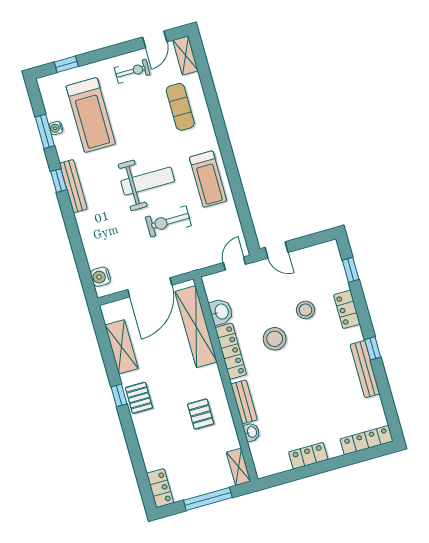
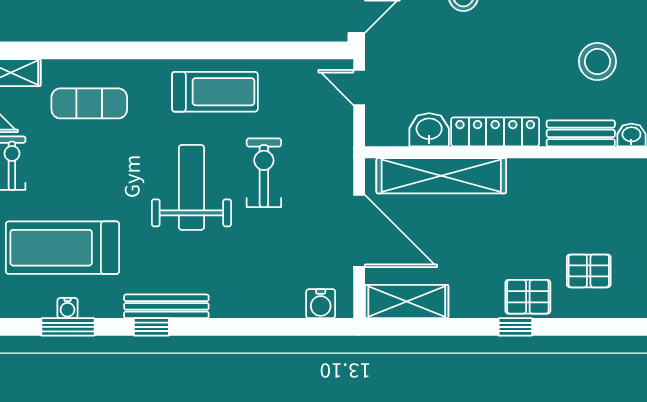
treadmill: (91, 115) -> (62, 248), turned 180
exercise bike: (168, 221) -> (264, 173), turned 180
stool: (275, 339) -> (597, 62), moved
shelving: (122, 347) -> (407, 301), moved
pallet: (201, 414) -> (589, 271), moved

